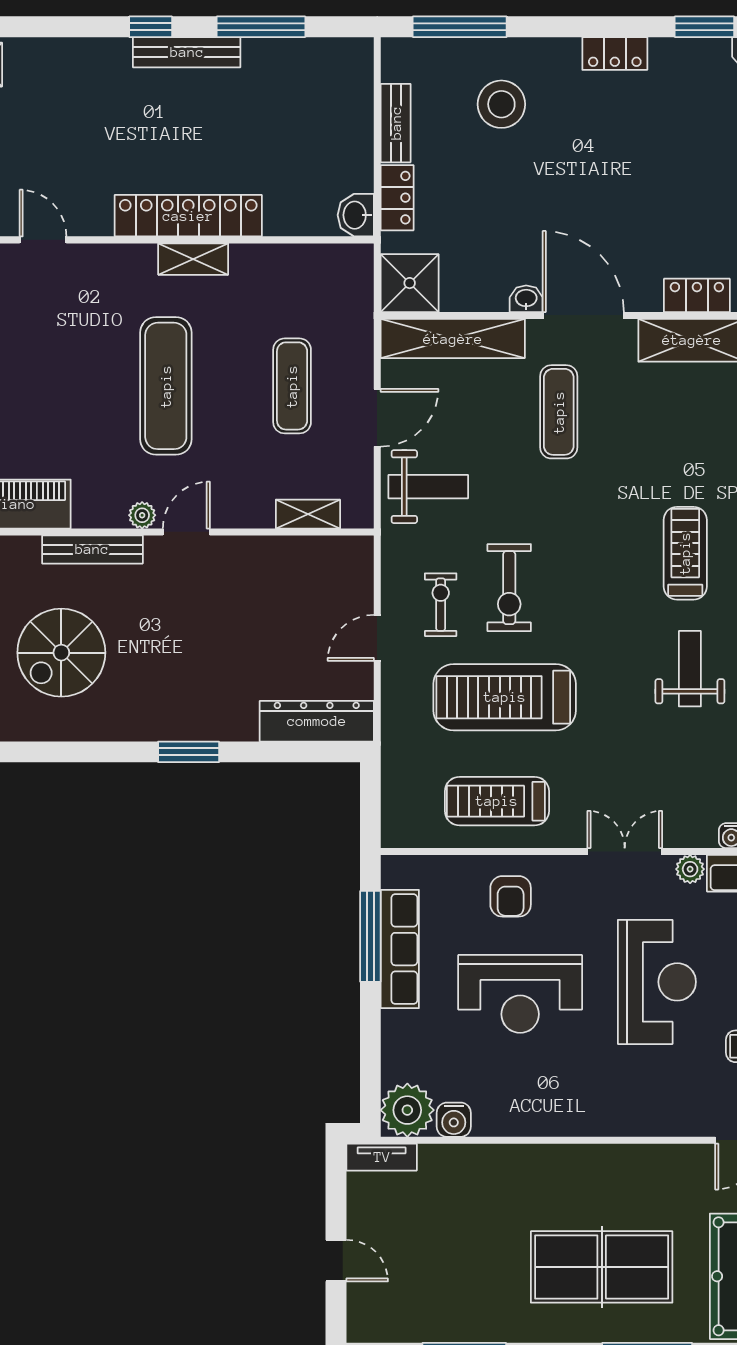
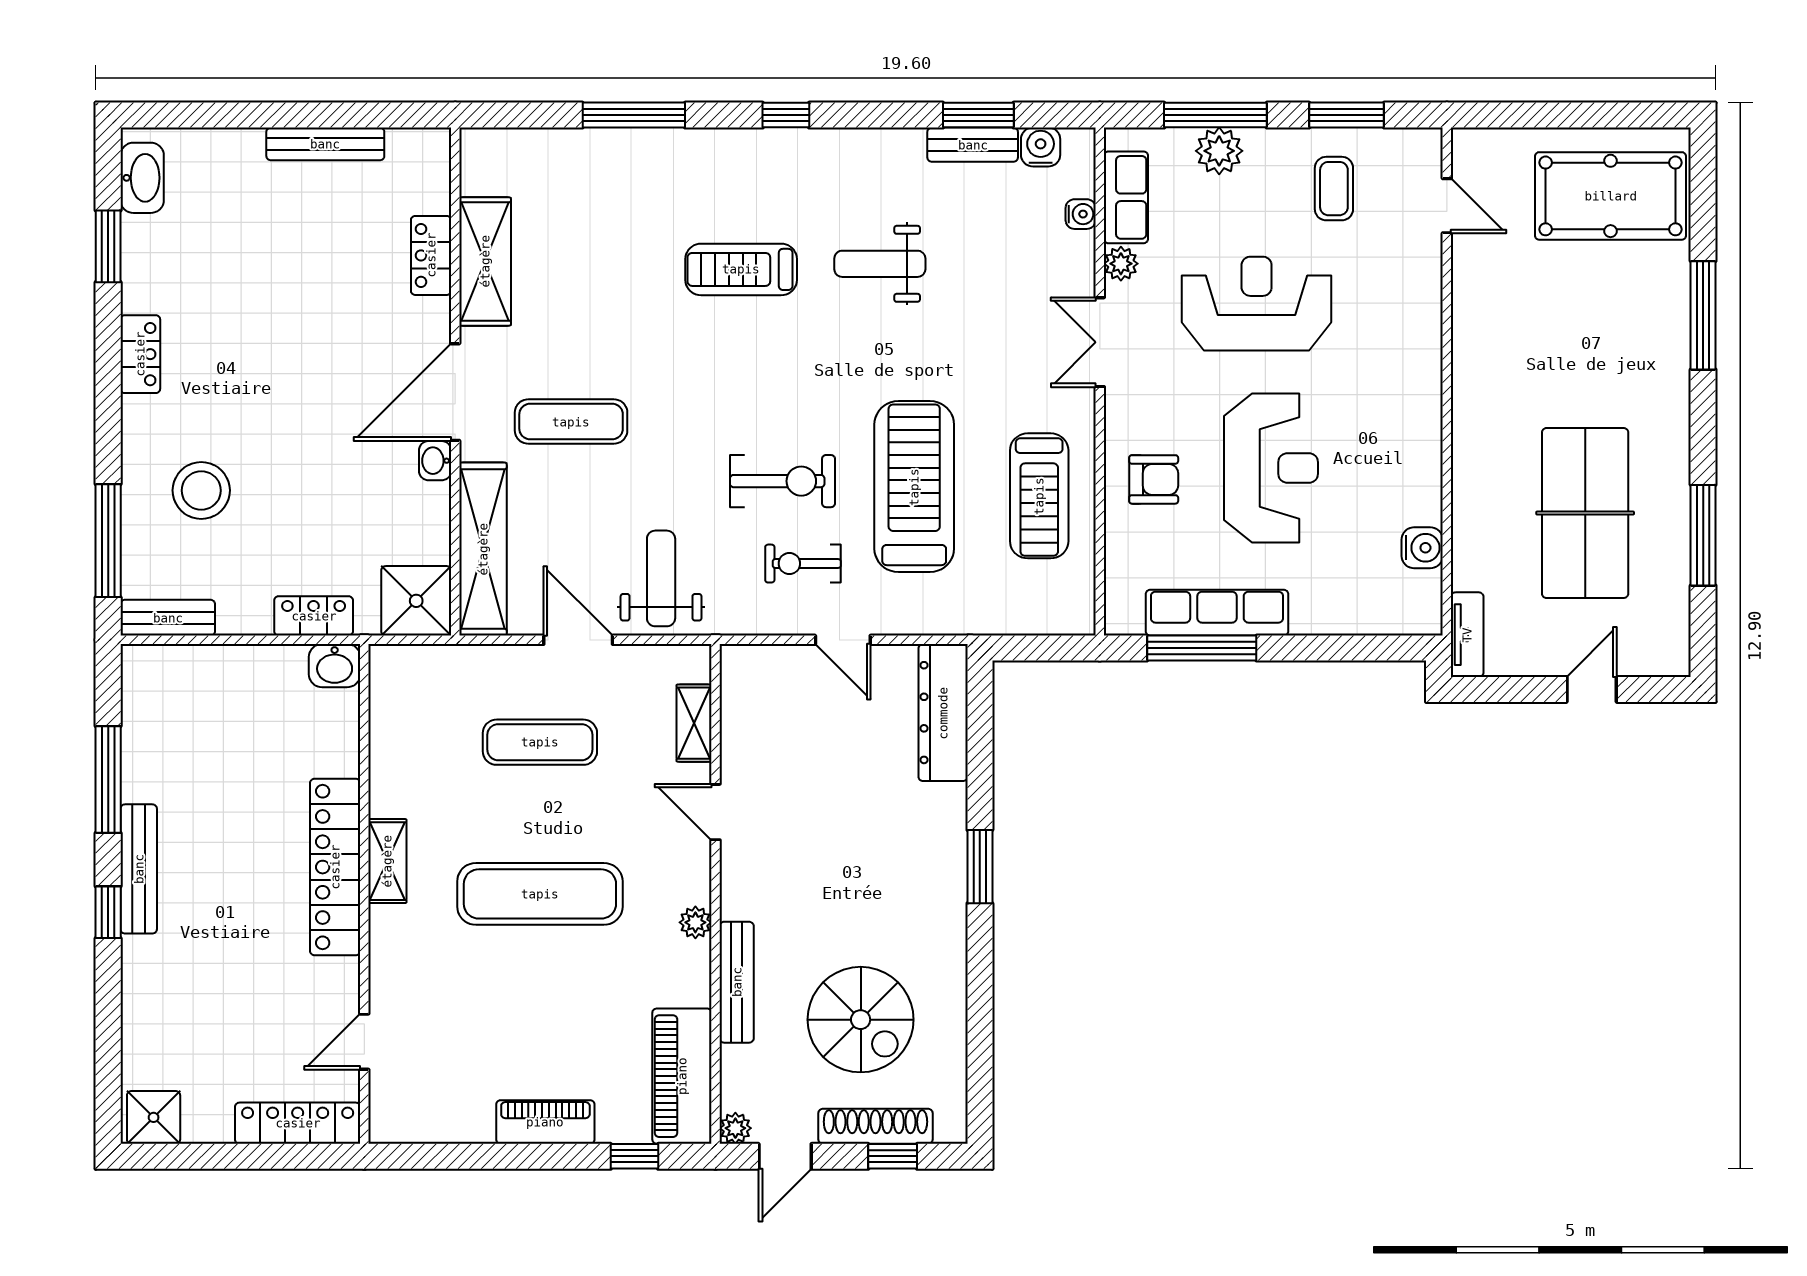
bench: (396, 123) -> (168, 618), moved
door: (186, 532) -> (716, 812), moved
treadmill: (505, 697) -> (914, 487), turned 180
plant: (407, 1110) -> (1411, 604), removed
table tennis table: (602, 1267) -> (1585, 513), moved

